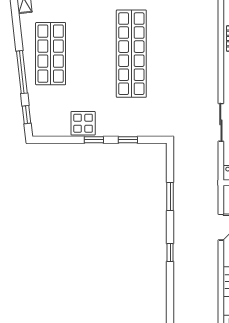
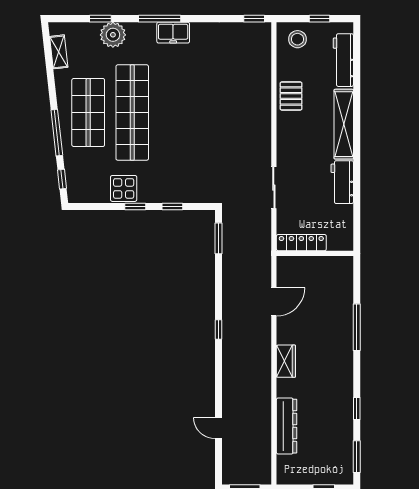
shop shelf: (131, 54) -> (132, 113), moved
window: (170, 196) -> (218, 238), moved

